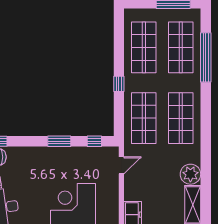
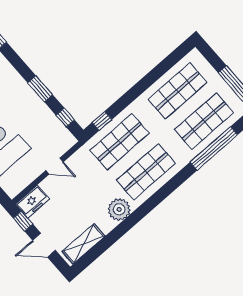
window: (119, 84) -> (102, 121), moved
door: (121, 165) -> (54, 166), moved
plant: (190, 174) -> (119, 209), moved

